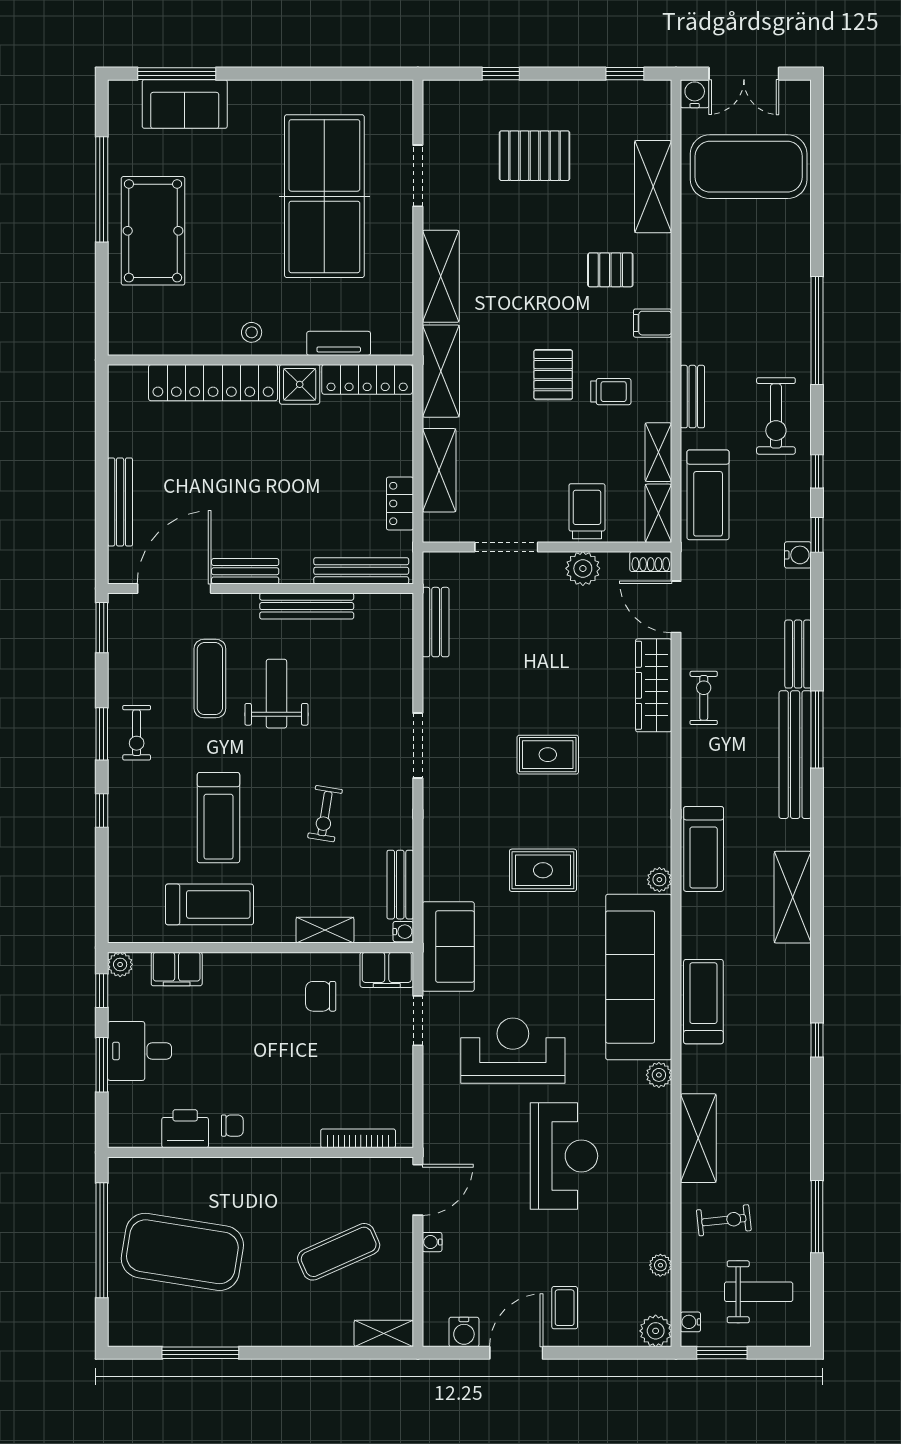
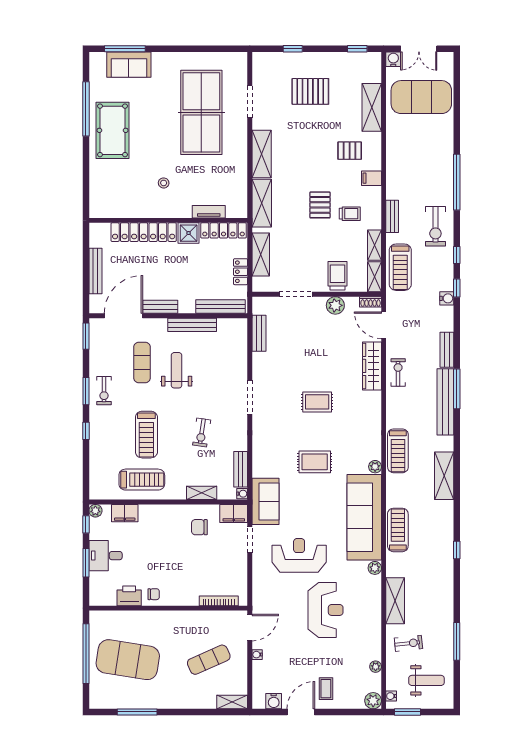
tv unit: (339, 343) -> (209, 212), moved
wall: (261, 360) -> (168, 220), moved
locker: (367, 379) -> (224, 230), moved
locker: (213, 383) -> (144, 232), moved
shower: (300, 384) -> (189, 233), moved

